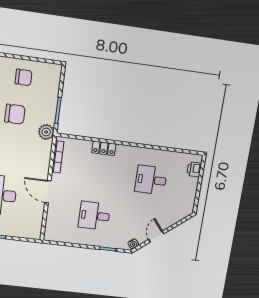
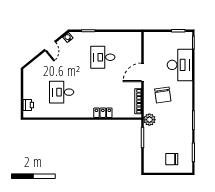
chair: (15, 114) -> (163, 95), moved, turned -98
desk: (151, 180) -> (62, 92), turned 180
door: (48, 192) -> (142, 72), swing flipped
desk: (94, 216) -> (103, 57), turned 180

